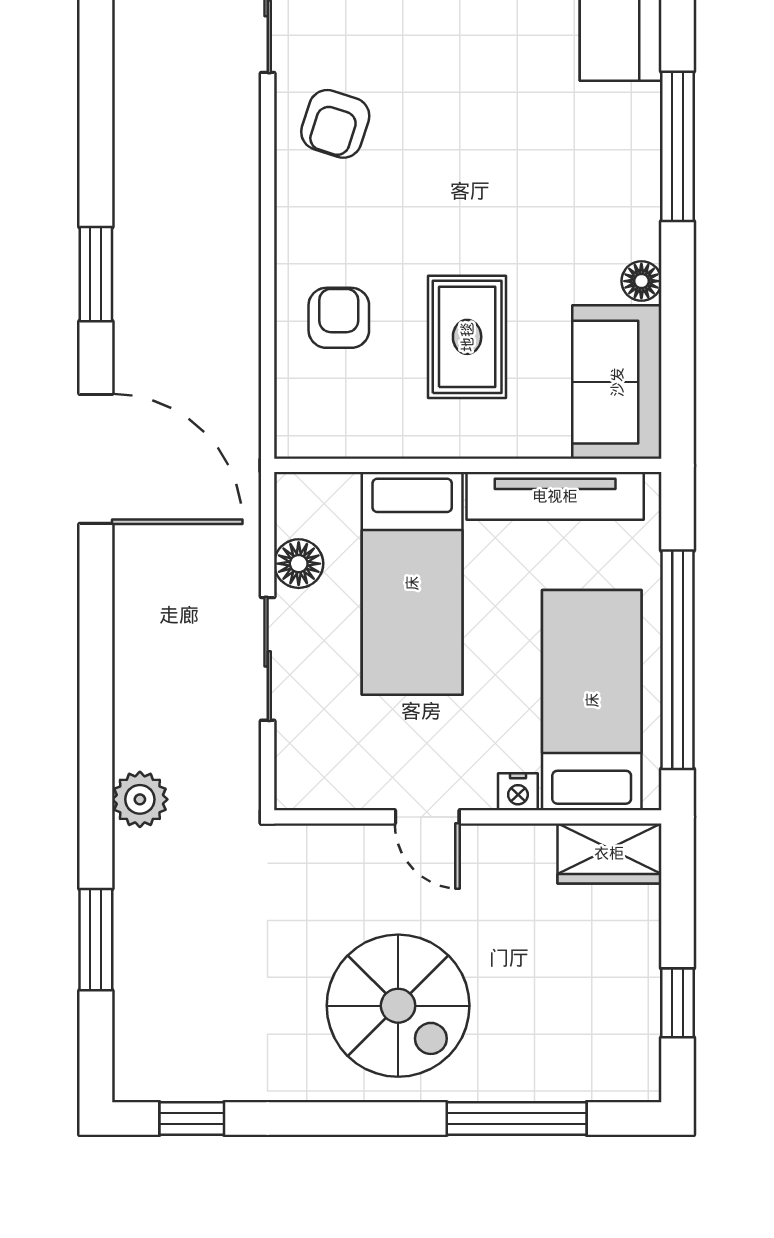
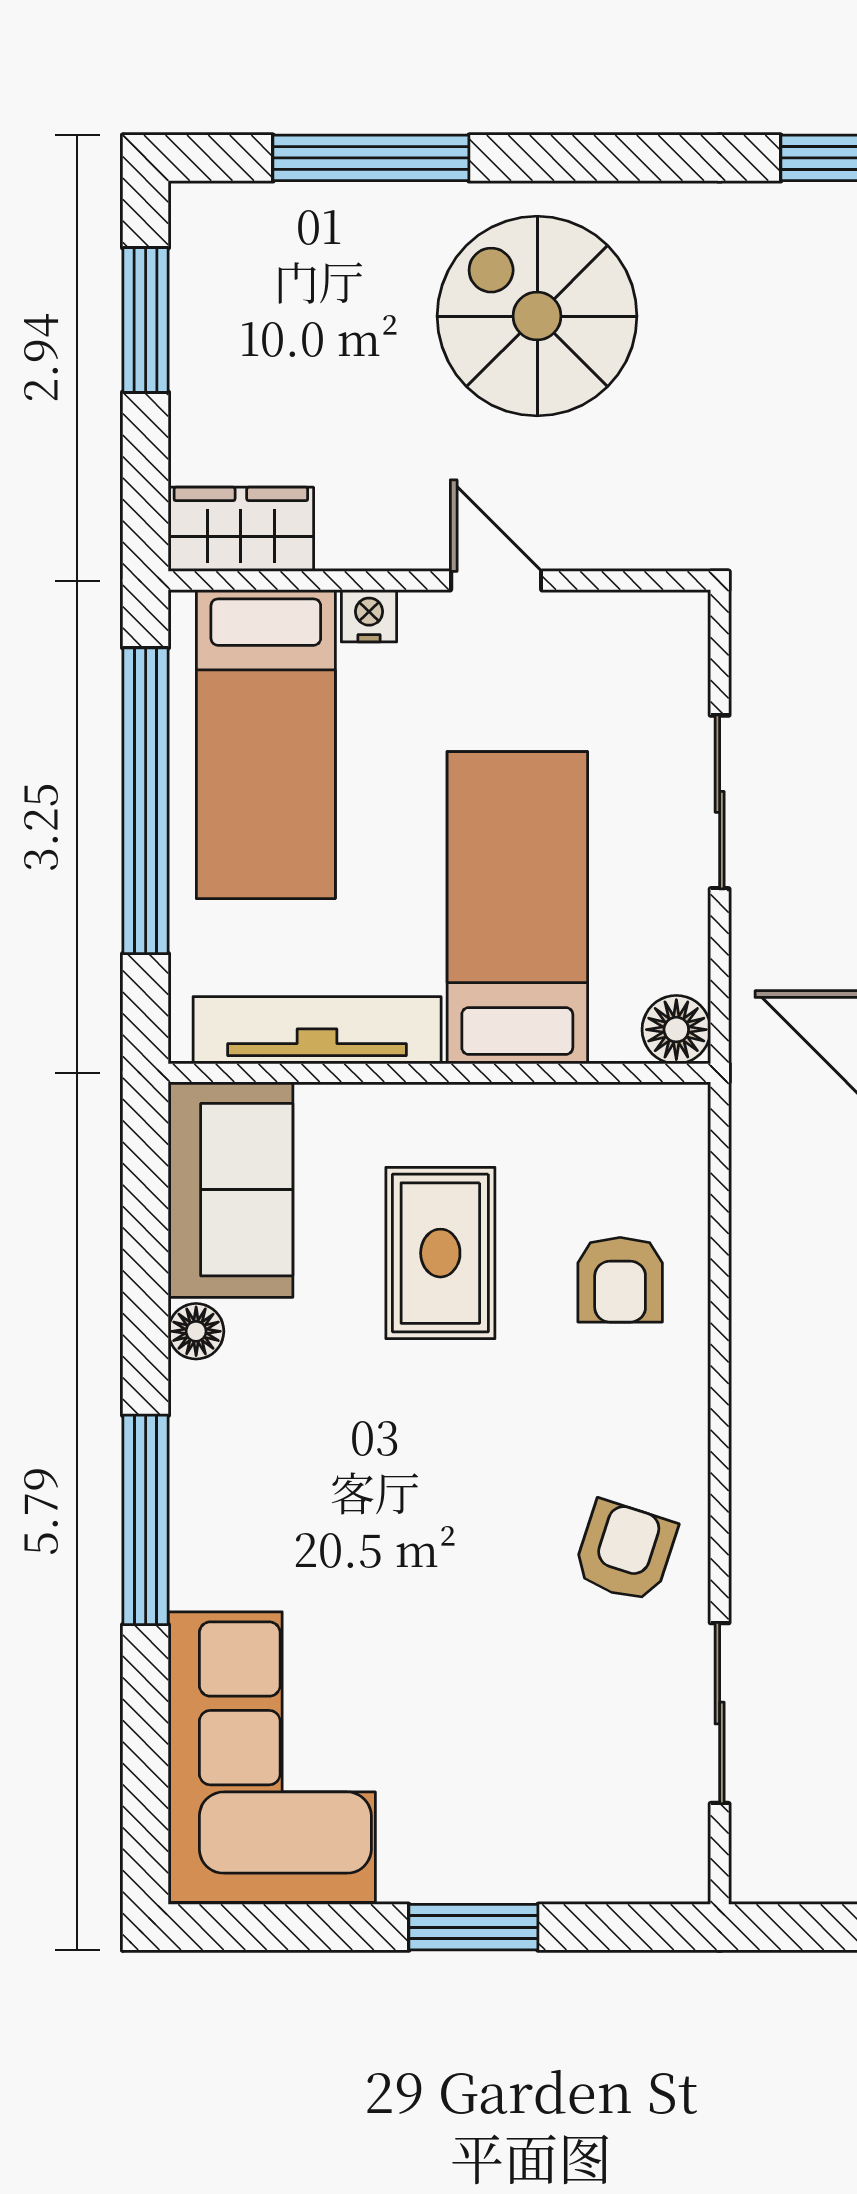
floor lamp: (299, 564) -> (676, 1030), moved
window: (678, 1003) -> (146, 320), width x1.50

